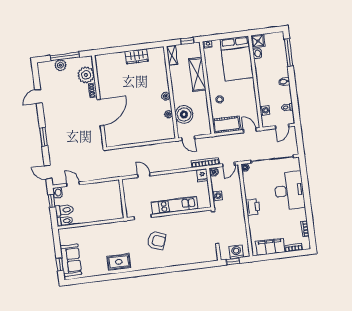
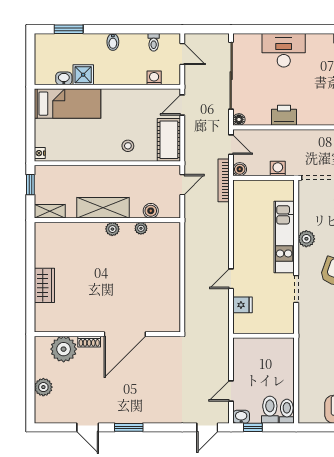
shower: (258, 41) -> (83, 75), moved
window: (289, 53) -> (69, 29), width x0.69
window: (65, 56) -> (30, 378), removed
wardrobe: (137, 56) -> (44, 285), moved
bed: (237, 58) -> (67, 104), width x0.67
shelving: (197, 74) -> (103, 208), moved
door: (100, 112) -> (125, 334), swing flipped
boiler: (184, 114) -> (151, 211), width x0.54, depth x0.54
window: (44, 137) -> (129, 427), moved
door: (188, 138) -> (182, 185), moved
fridge: (202, 175) -> (243, 305), moved
desk: (289, 191) -> (284, 50), width x0.73, depth x0.77
wall: (123, 199) -> (264, 336), moved
printer: (253, 207) -> (284, 115), moved
plant: (175, 220) -> (306, 239), added

